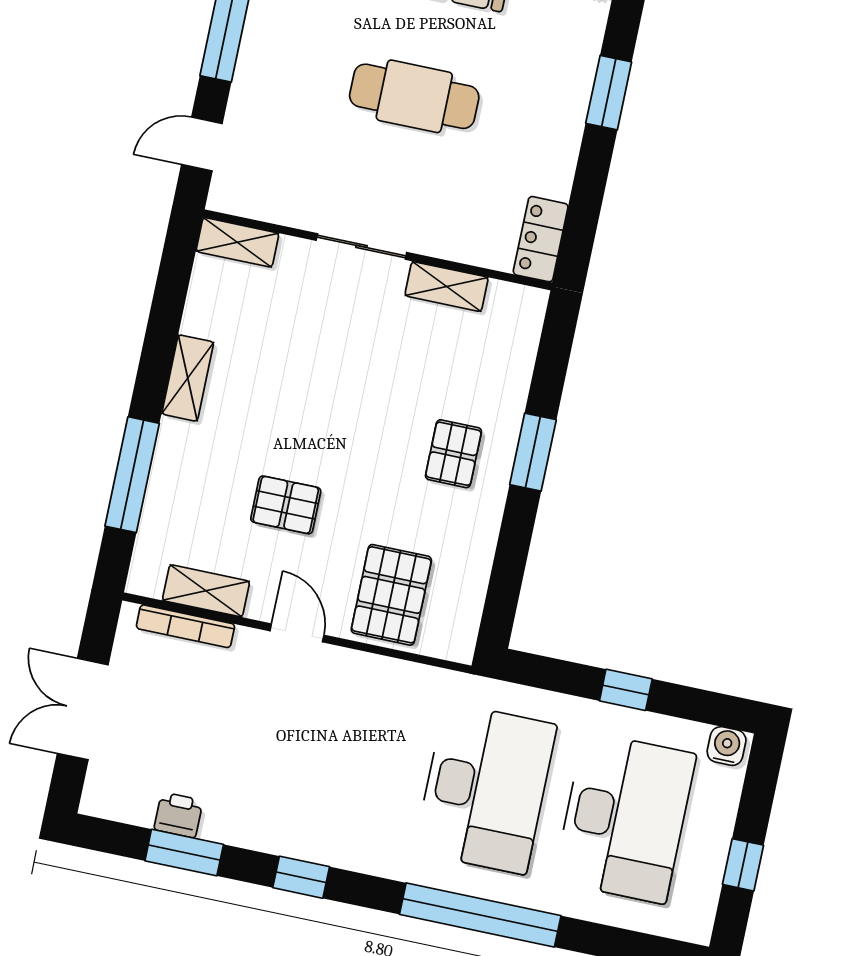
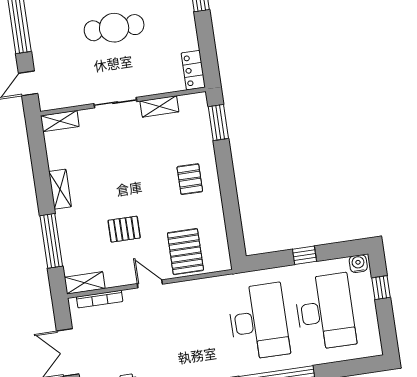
window: (533, 452) -> (218, 122), moved
shelving: (206, 591) -> (85, 283), moved
window: (743, 865) -> (381, 288), moved

